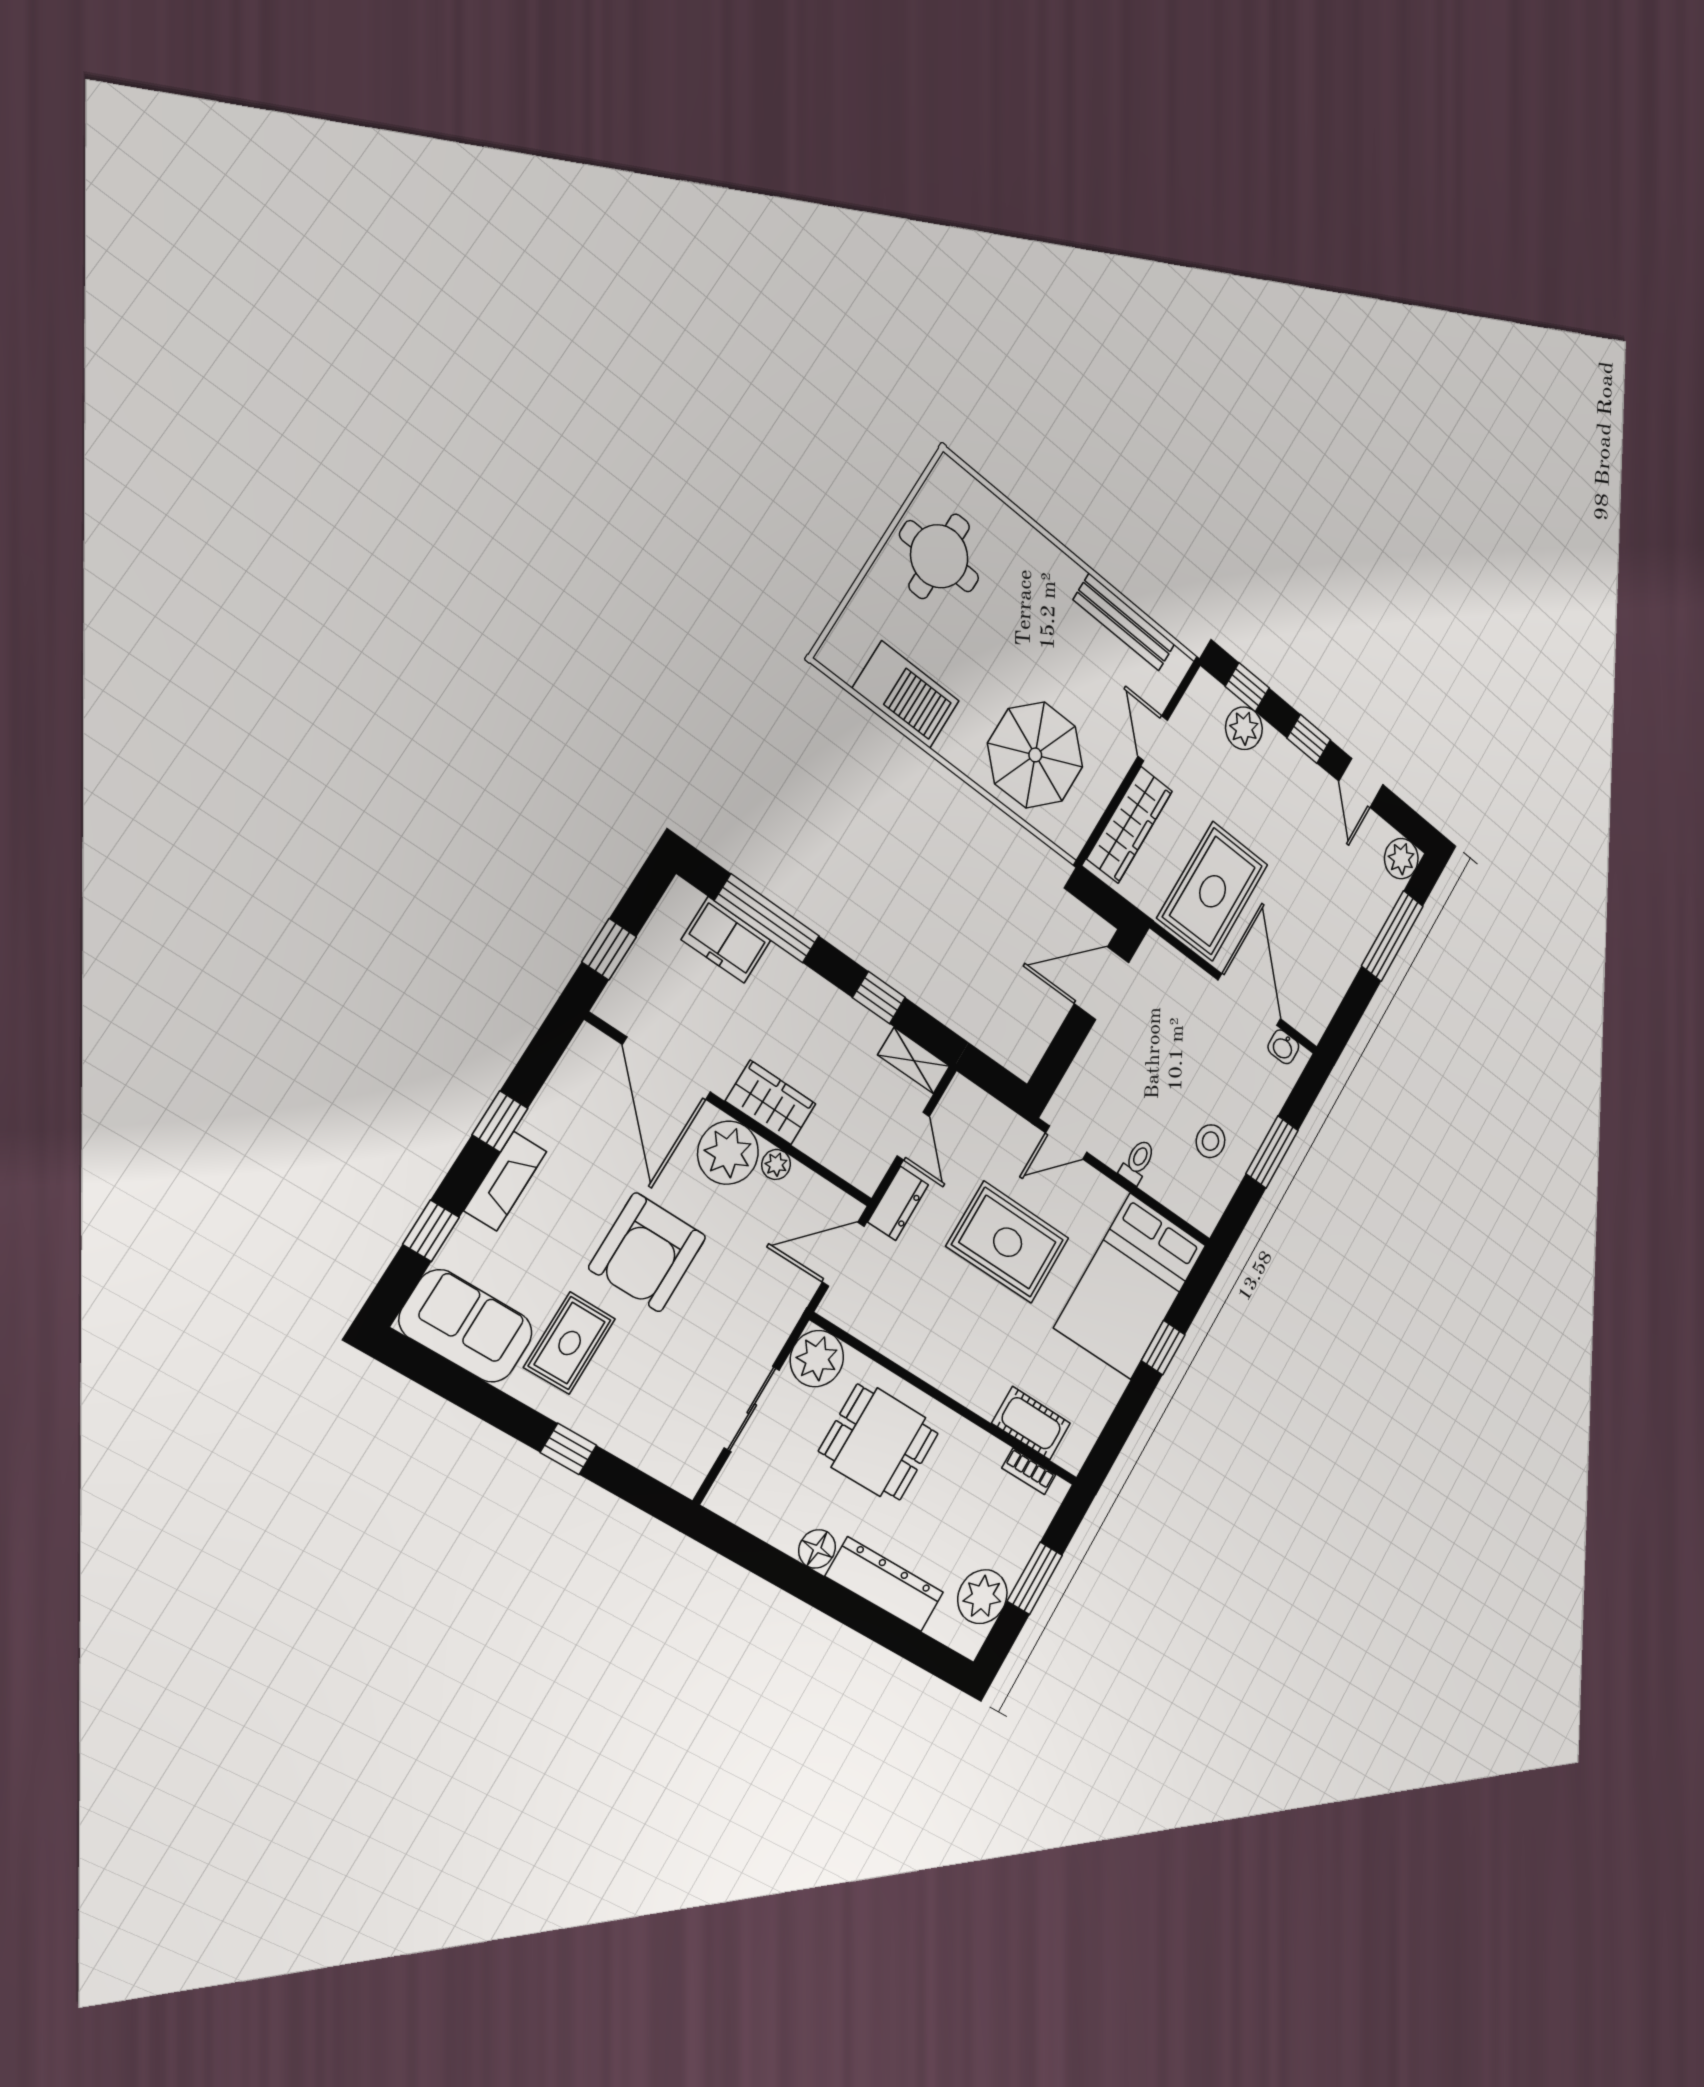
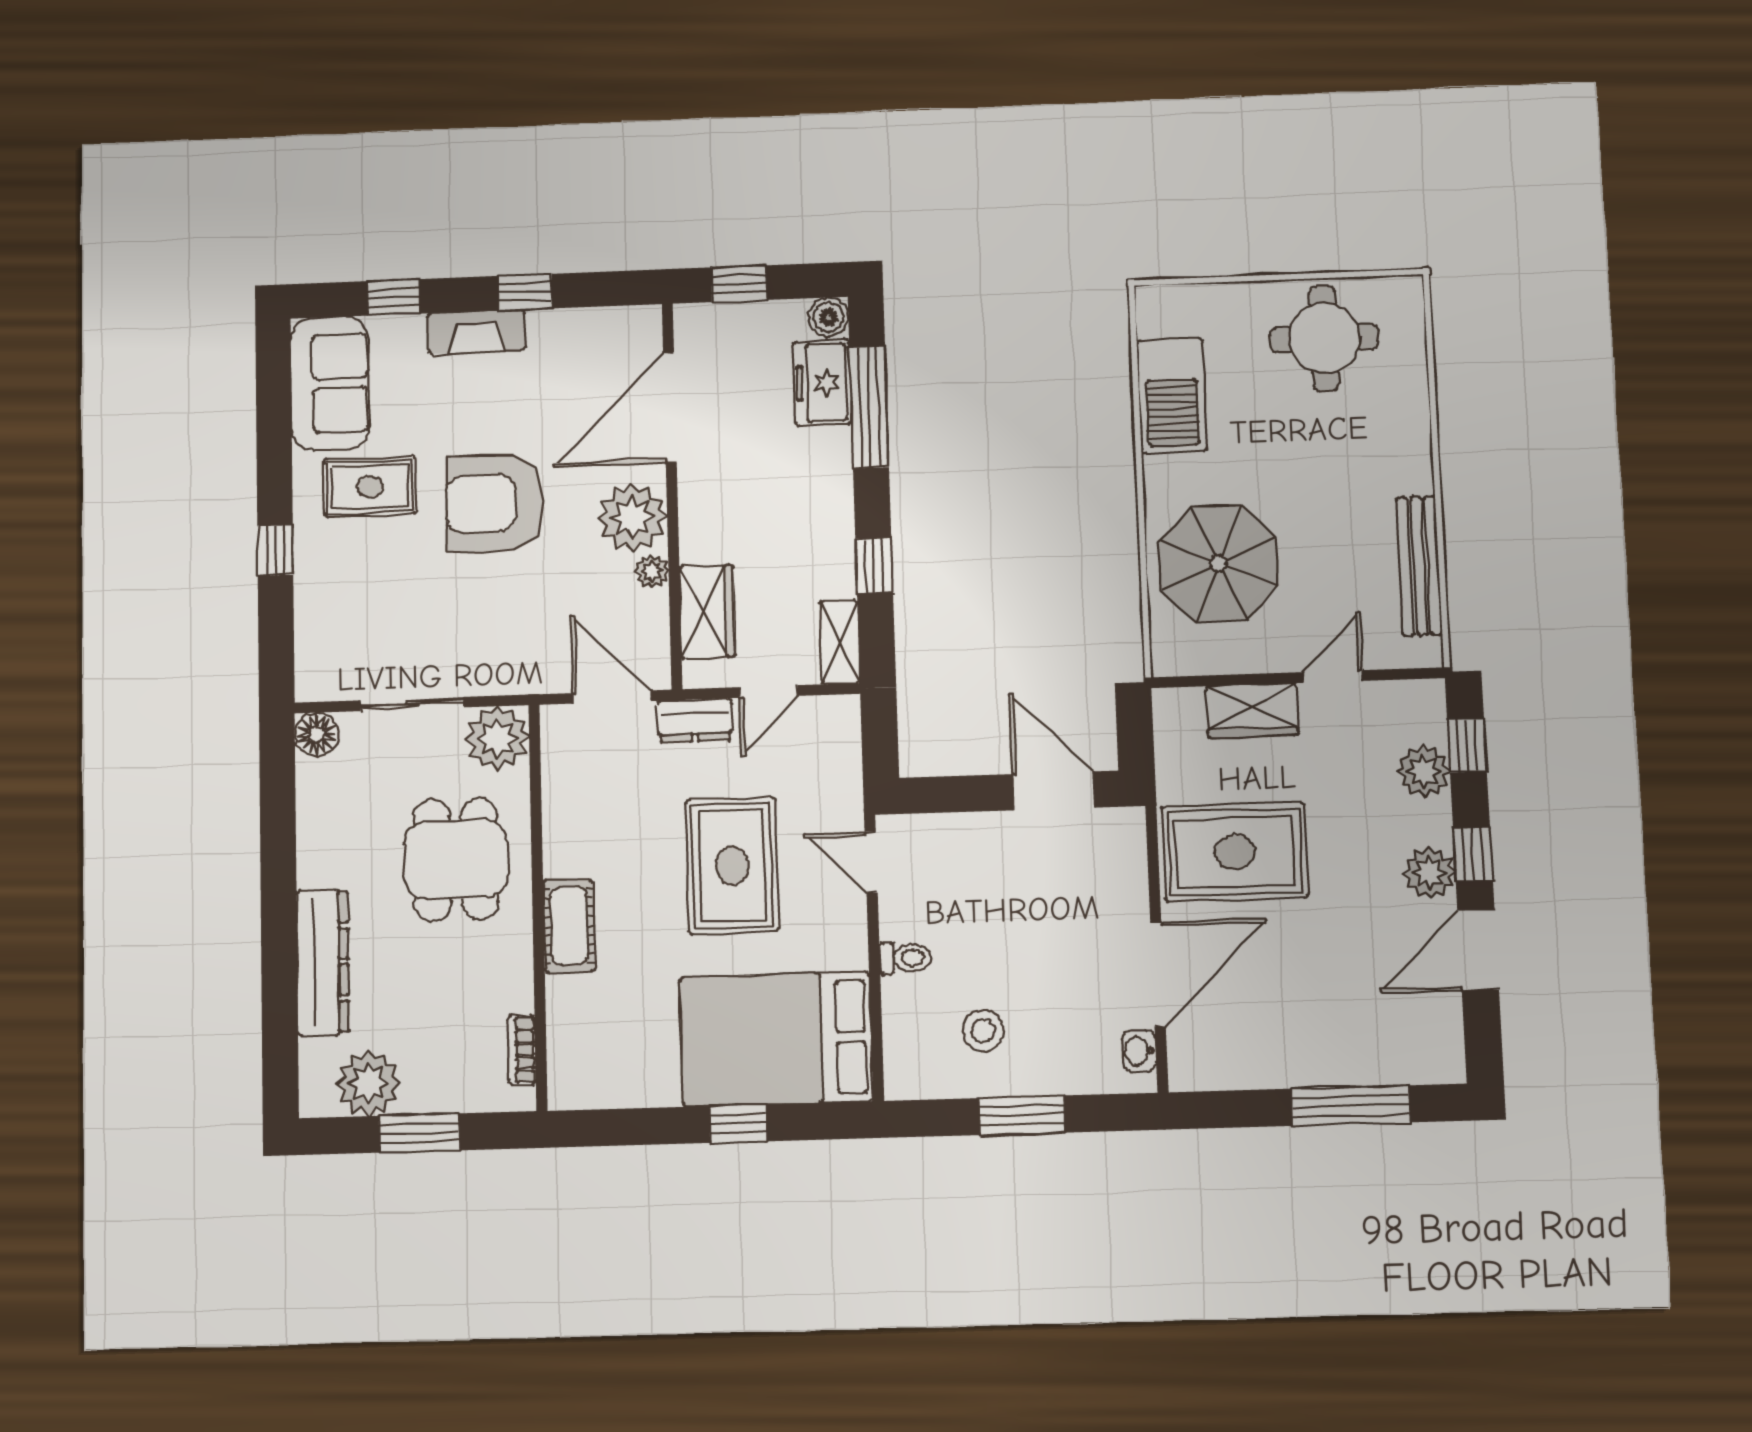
door: (1361, 783) -> (1478, 950), width x1.38
wardrobe: (1130, 825) -> (1252, 711), width x0.67
plant: (1401, 859) -> (1429, 873), moved
boiler: (681, 900) -> (828, 317), added
wardrobe: (771, 1102) -> (707, 612), moved
cot: (1031, 1423) -> (569, 926), moved
floor lamp: (817, 1549) -> (317, 735), moved

